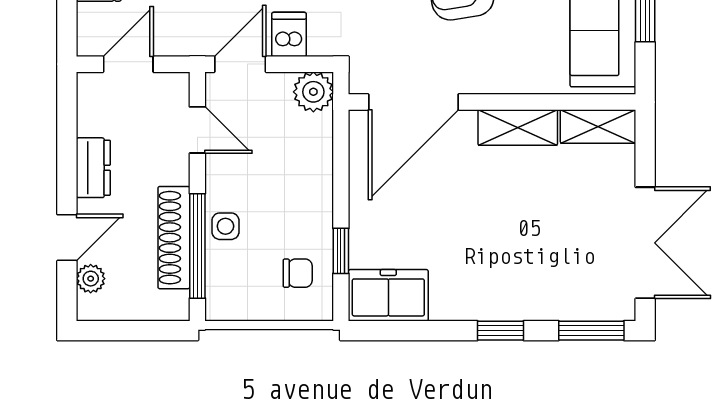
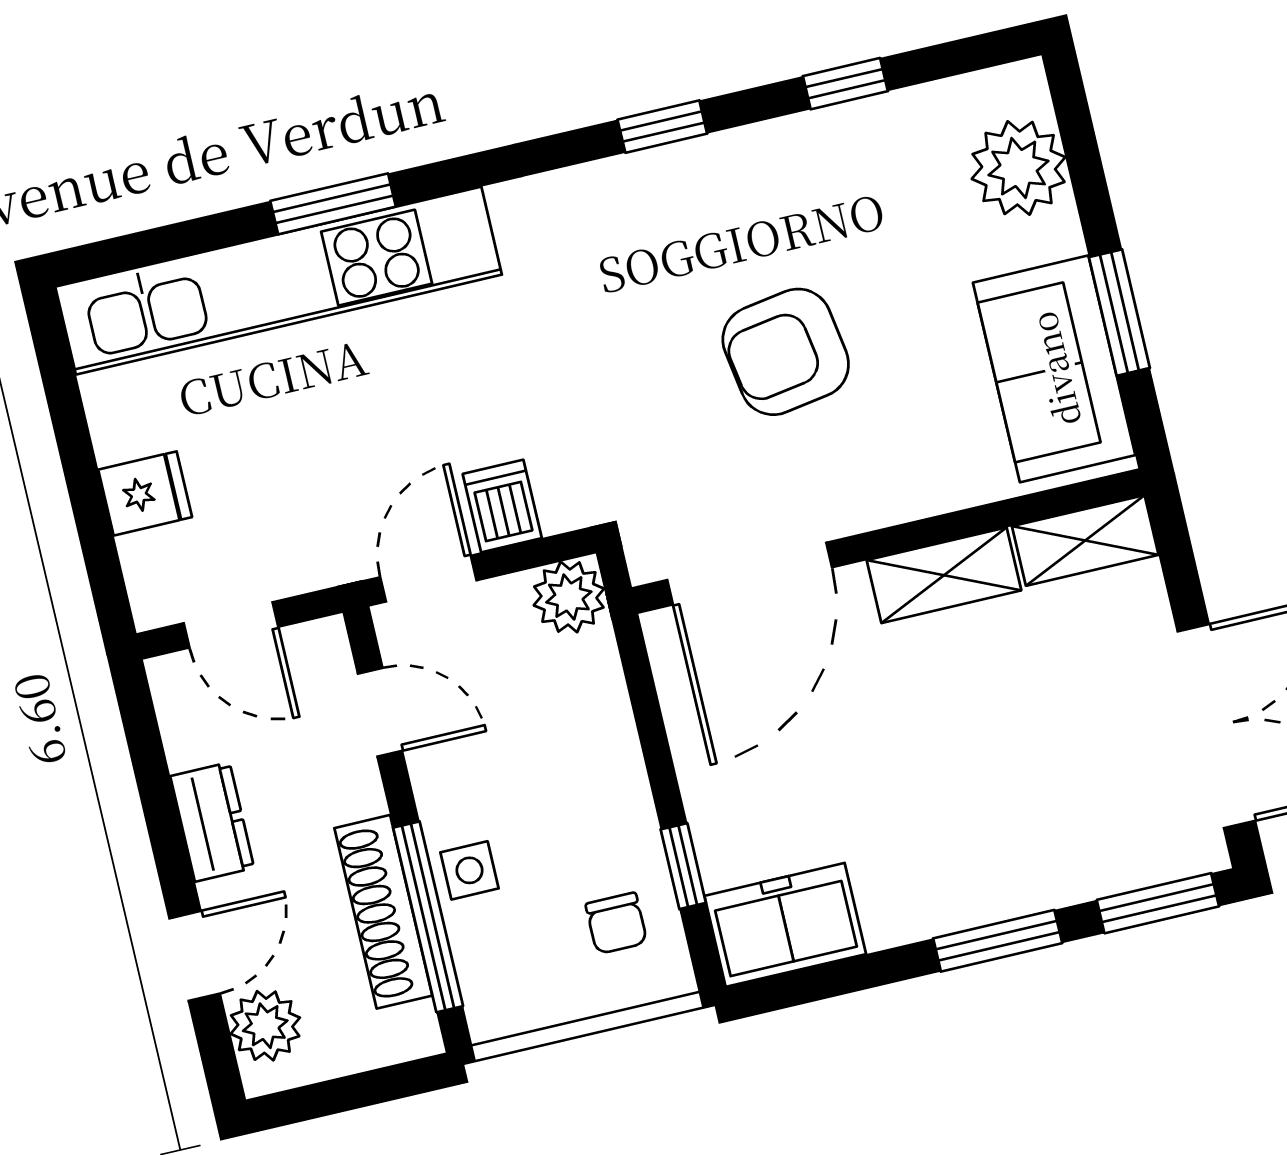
door: (128, 64) -> (231, 625), swing flipped
chair: (298, 273) -> (616, 923), turned 90
plant: (91, 279) -> (265, 1026), width x1.38, depth x1.38
window: (501, 331) -> (998, 941), width x1.50

